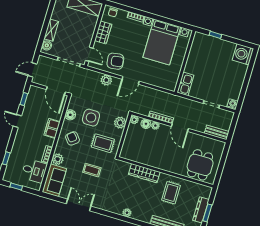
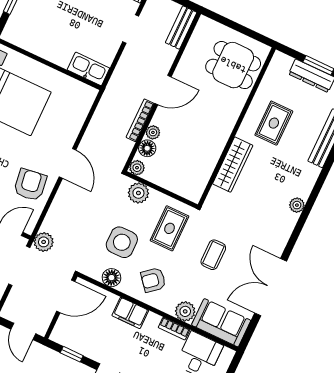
plant: (106, 80) -> (44, 242), moved
rug: (171, 193) -> (274, 123), turned 90
double door: (79, 205) -> (271, 287), width x1.37

